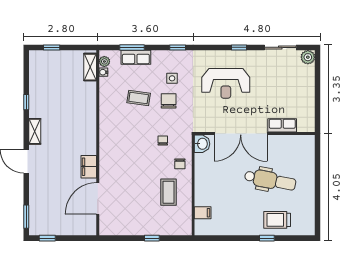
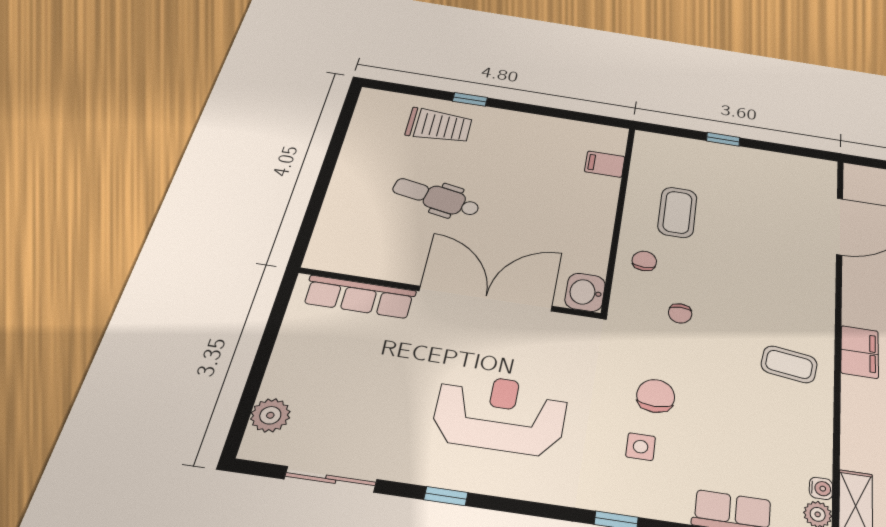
plant: (308, 57) -> (270, 415), moved
coffee table: (139, 98) -> (789, 364), moved
chair: (169, 101) -> (656, 396), turned 180
row of seats: (282, 125) -> (360, 297), width x1.48
filing cabinet: (89, 167) -> (860, 352), moved
dental chair: (270, 180) -> (436, 197), width x0.73, depth x0.72

